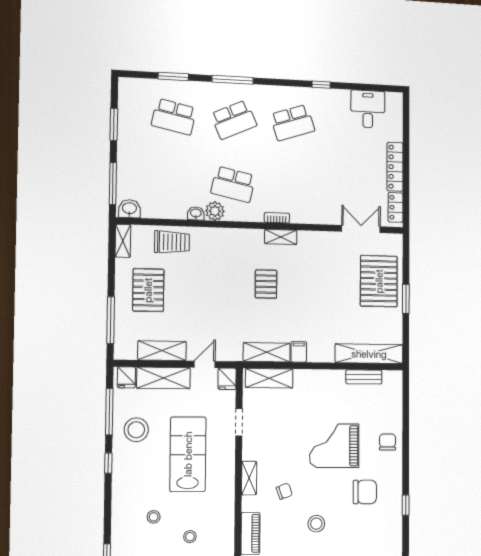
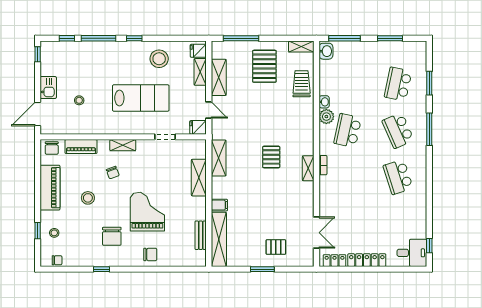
window: (321, 85) -> (429, 246), moved
desk: (368, 109) -> (412, 253), moved
trolley: (172, 242) -> (302, 84), turned 180
pallet: (379, 281) -> (276, 247), width x0.49, depth x0.50
pallet: (266, 284) -> (271, 157), turned 90
pallet: (148, 290) -> (264, 66), turned 90
filing cabinet: (299, 352) -> (219, 205), moved
shelving: (163, 378) -> (200, 72), width x0.67, depth x0.75
shelving: (269, 378) -> (199, 178), moved
window: (109, 412) -> (98, 38), moved
stool: (154, 517) -> (94, 73), removed

